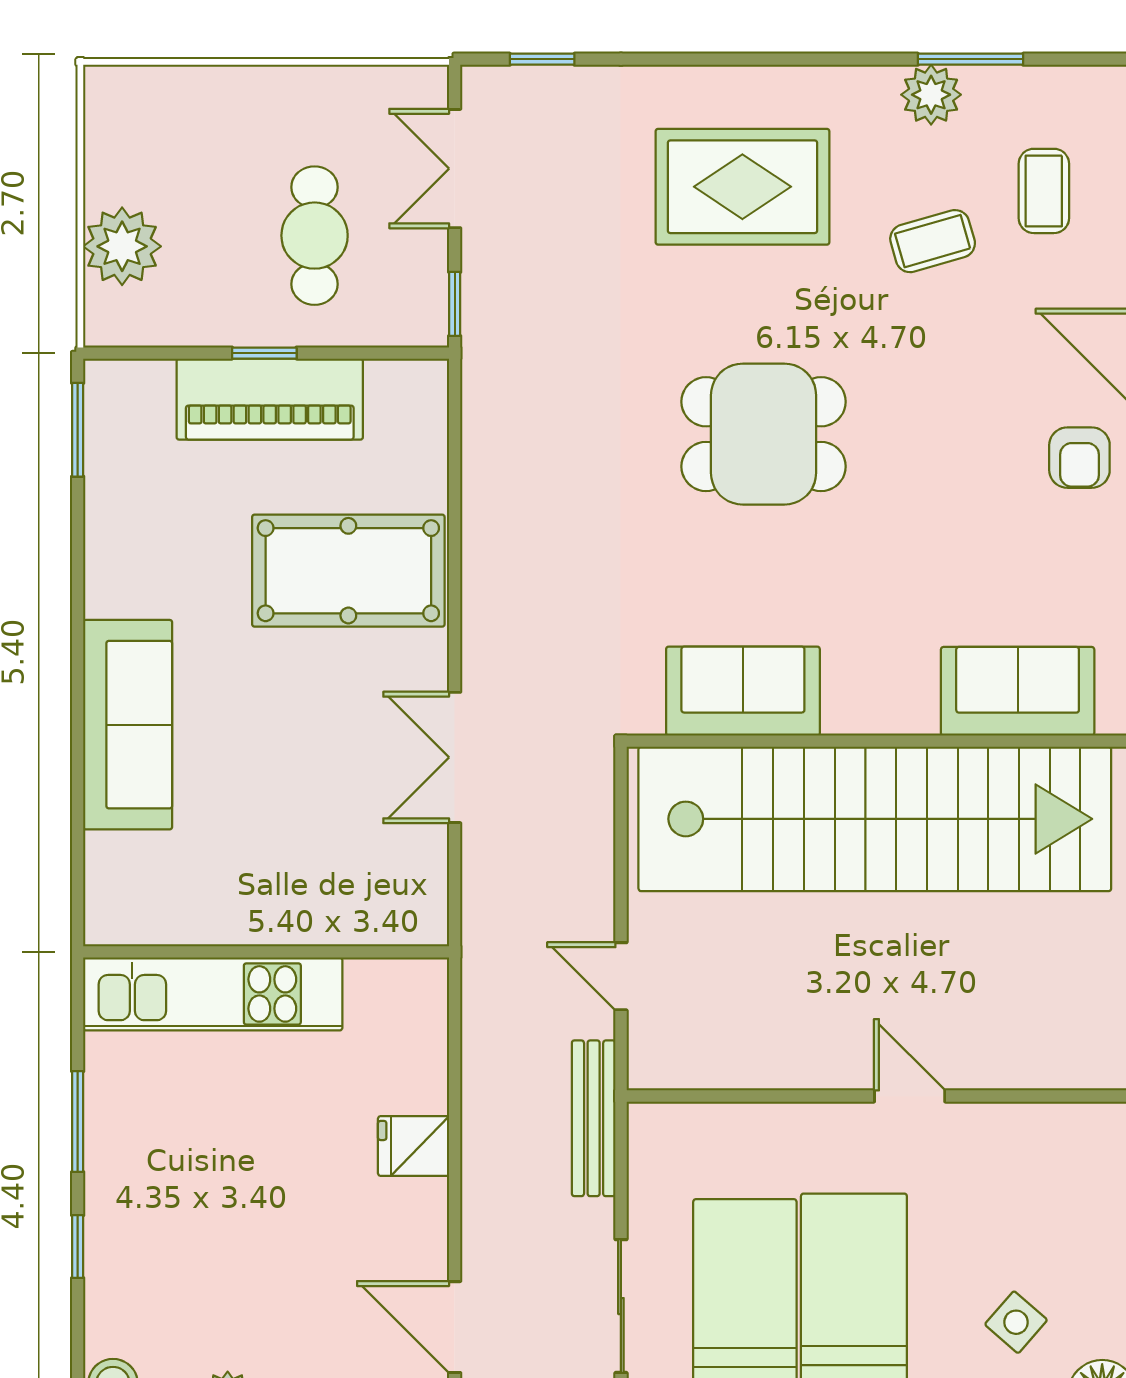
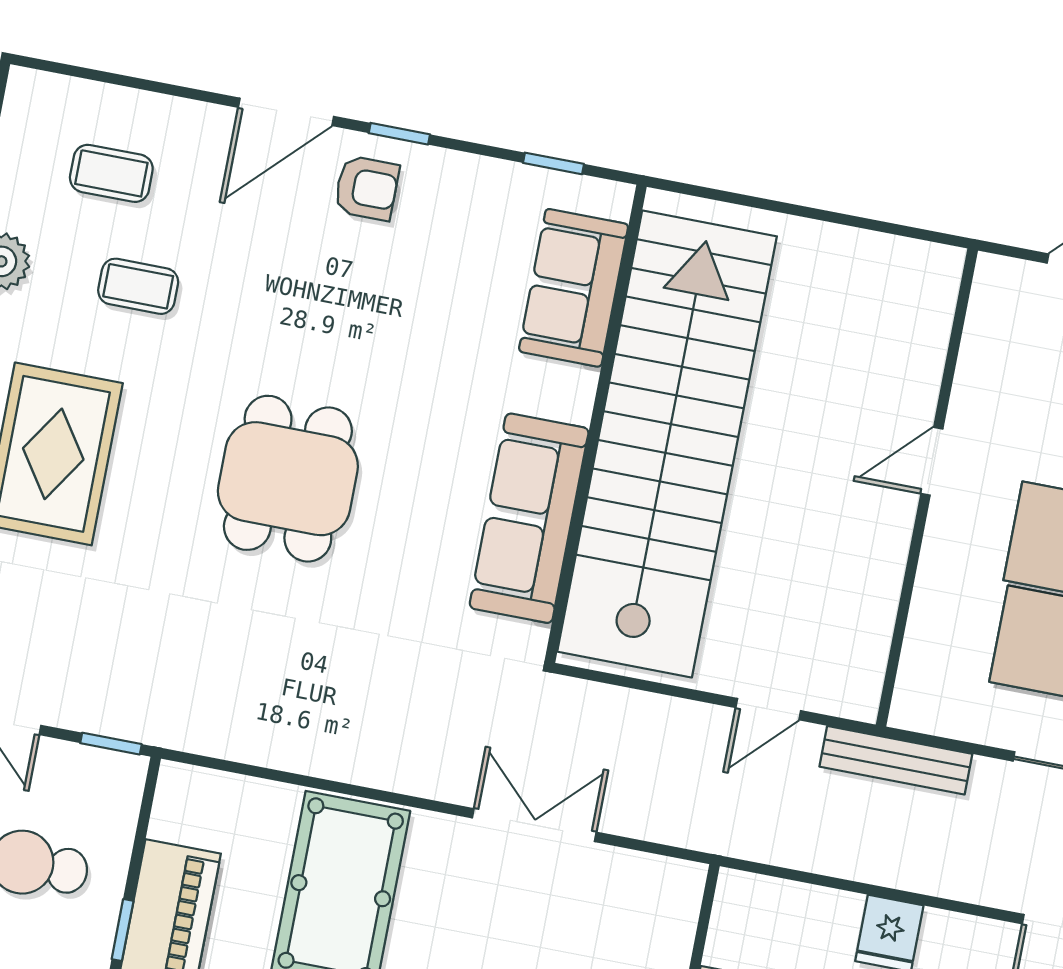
coffee table: (933, 241) -> (138, 286), turned -74
sofa: (743, 691) -> (529, 518), width x1.36
double door: (455, 757) -> (534, 825), swing flipped

